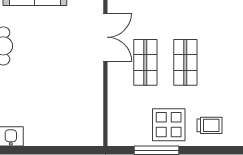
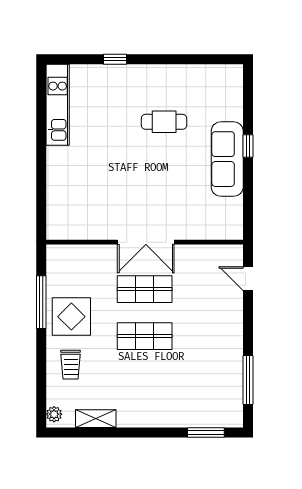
double door: (105, 37) -> (146, 242), moved

